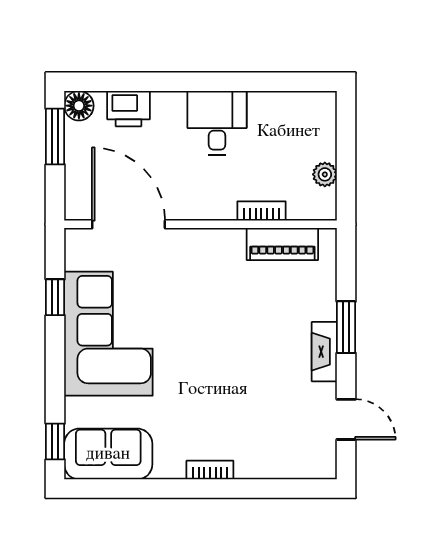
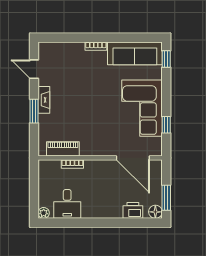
desk: (217, 123) -> (67, 204), moved
plant: (325, 174) -> (44, 213), moved
sofa: (108, 454) -> (135, 53), width x1.36

